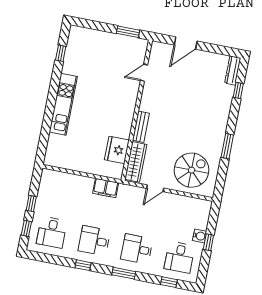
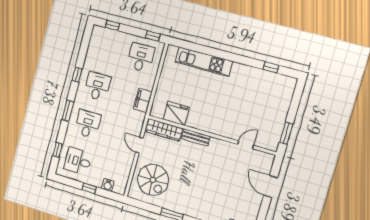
door: (144, 73) -> (246, 145), hinge flipped
kitchen unit: (63, 104) -> (204, 62), moved
window: (31, 204) -> (153, 36), moved
desk: (52, 232) -> (141, 57), moved, turned 90
water cooler: (200, 236) -> (108, 185), moved

